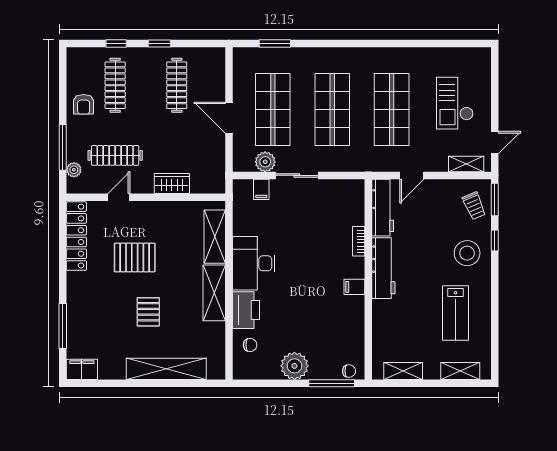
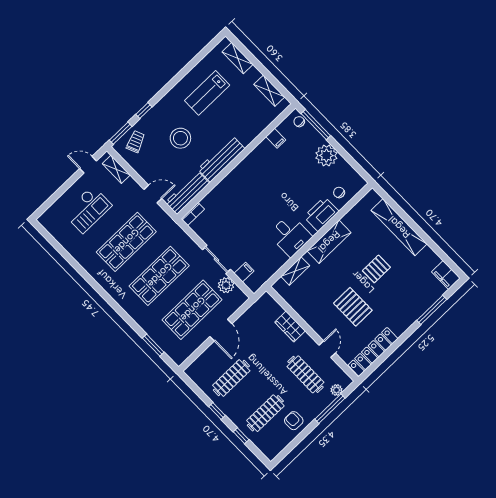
armchair: (84, 104) -> (294, 421), turned -90
door: (119, 197) -> (327, 349), swing flipped
shelving: (215, 237) -> (295, 271), width x0.67, depth x0.75
bookcase: (359, 241) -> (193, 214), moved
stool: (467, 253) -> (180, 138), moved
desk: (254, 263) -> (290, 236), width x0.73
filing cabinet: (354, 287) -> (276, 138), moved
lab bench: (456, 313) -> (207, 93), turned 180

